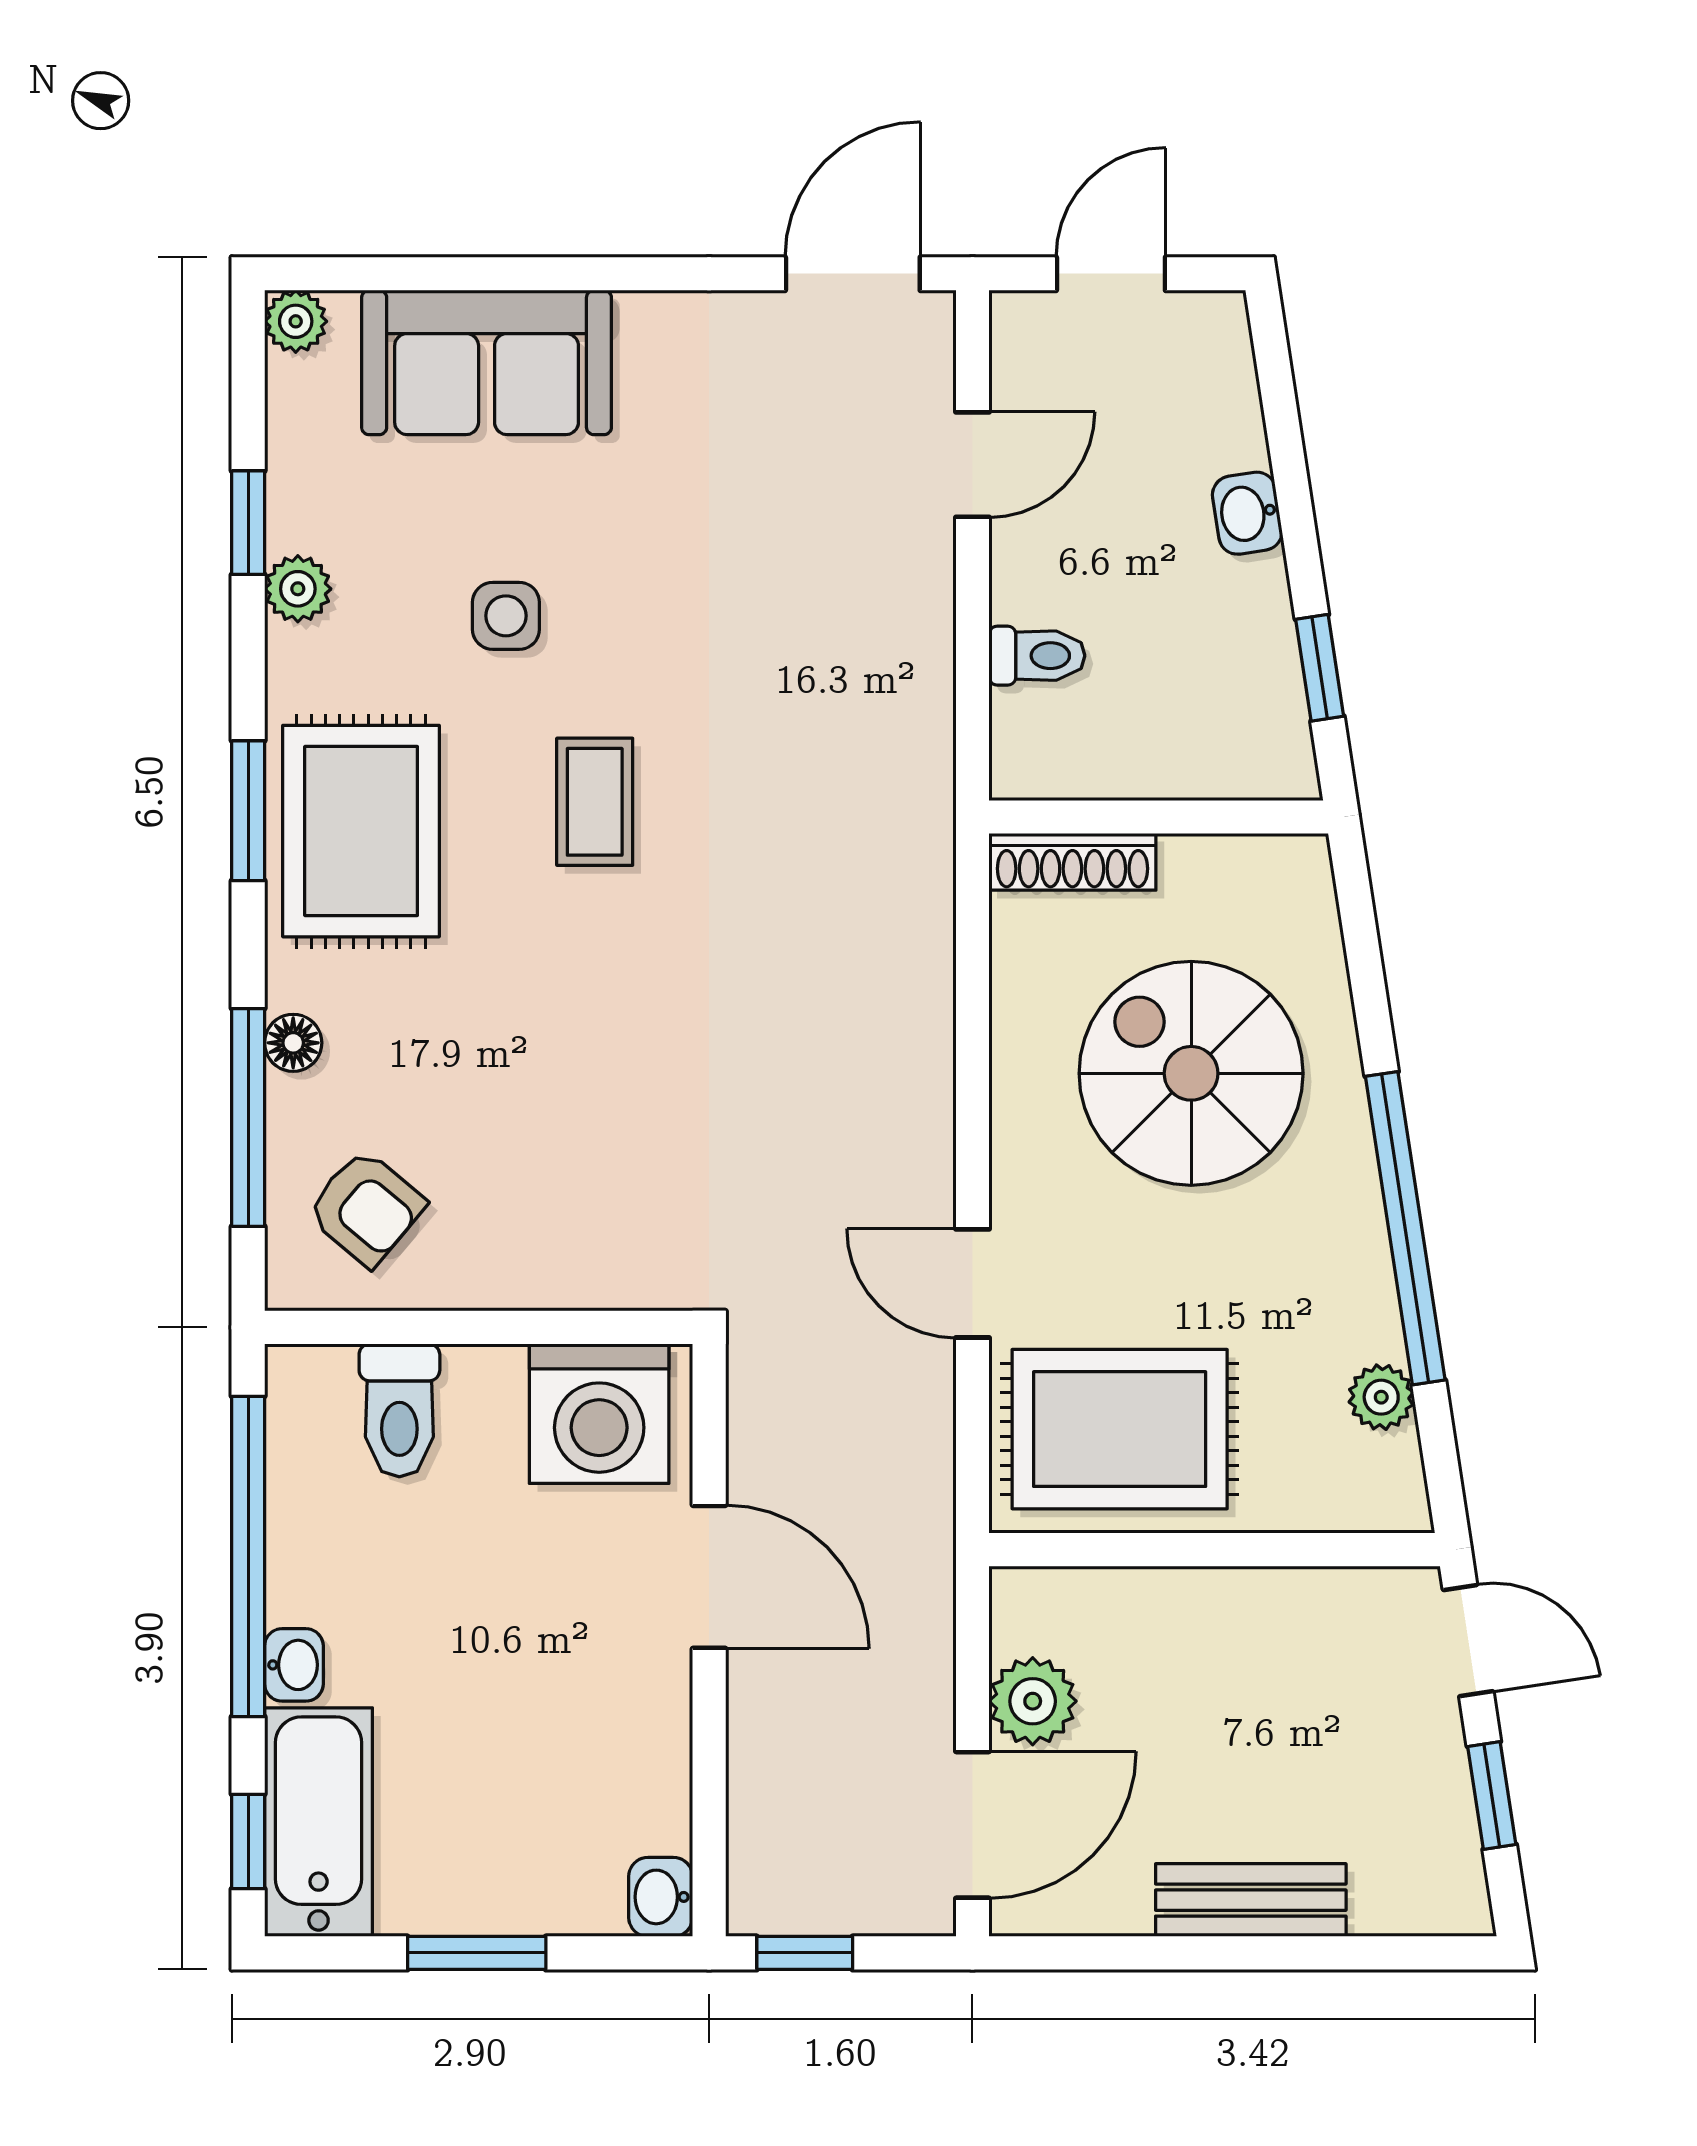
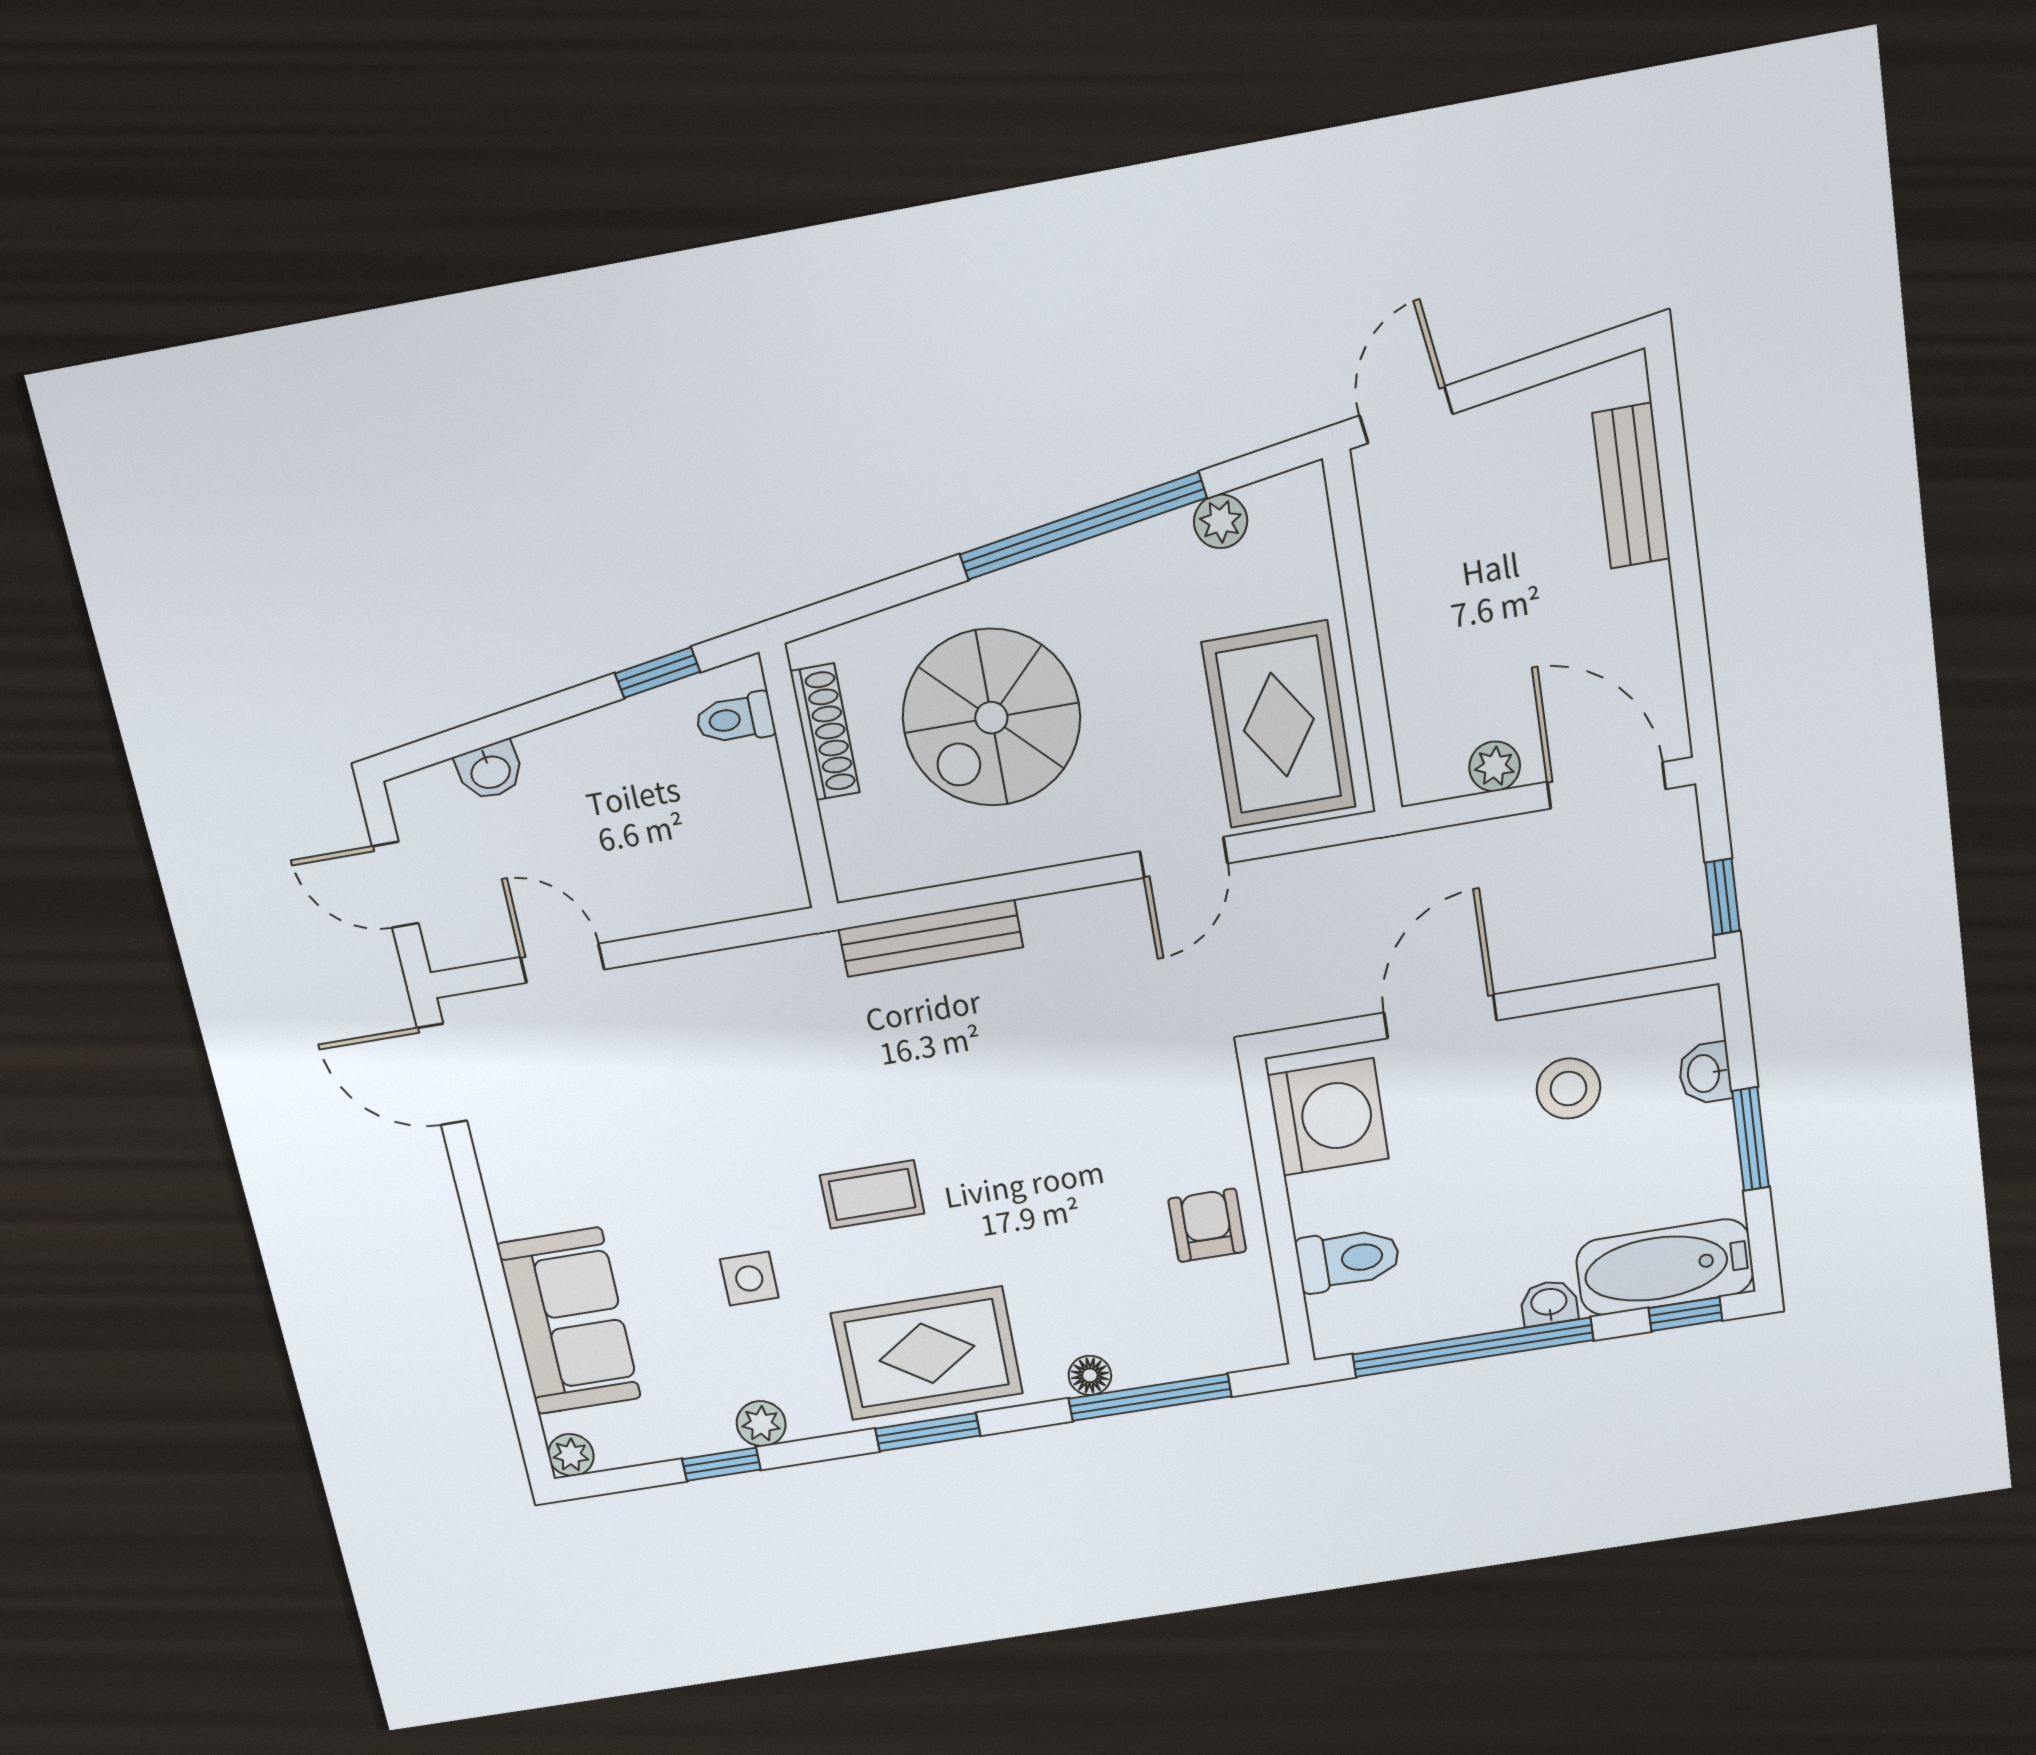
washbasin: (1247, 513) -> (490, 771), moved
toilet: (1037, 656) -> (735, 719), moved, turned -90
shoe rack: (1072, 862) -> (825, 732), moved
bench: (924, 944) -> (931, 938), added
armchair: (366, 1208) -> (1207, 1225), moved, turned -40
plant: (1033, 1701) -> (1495, 766), width x0.73, depth x0.73
stool: (585, 1728) -> (1568, 1089), added
window: (1492, 1796) -> (1530, 372), removed
washbasin: (661, 1897) -> (1705, 1073), moved, turned 90
bench: (1251, 1900) -> (1631, 486), moved

